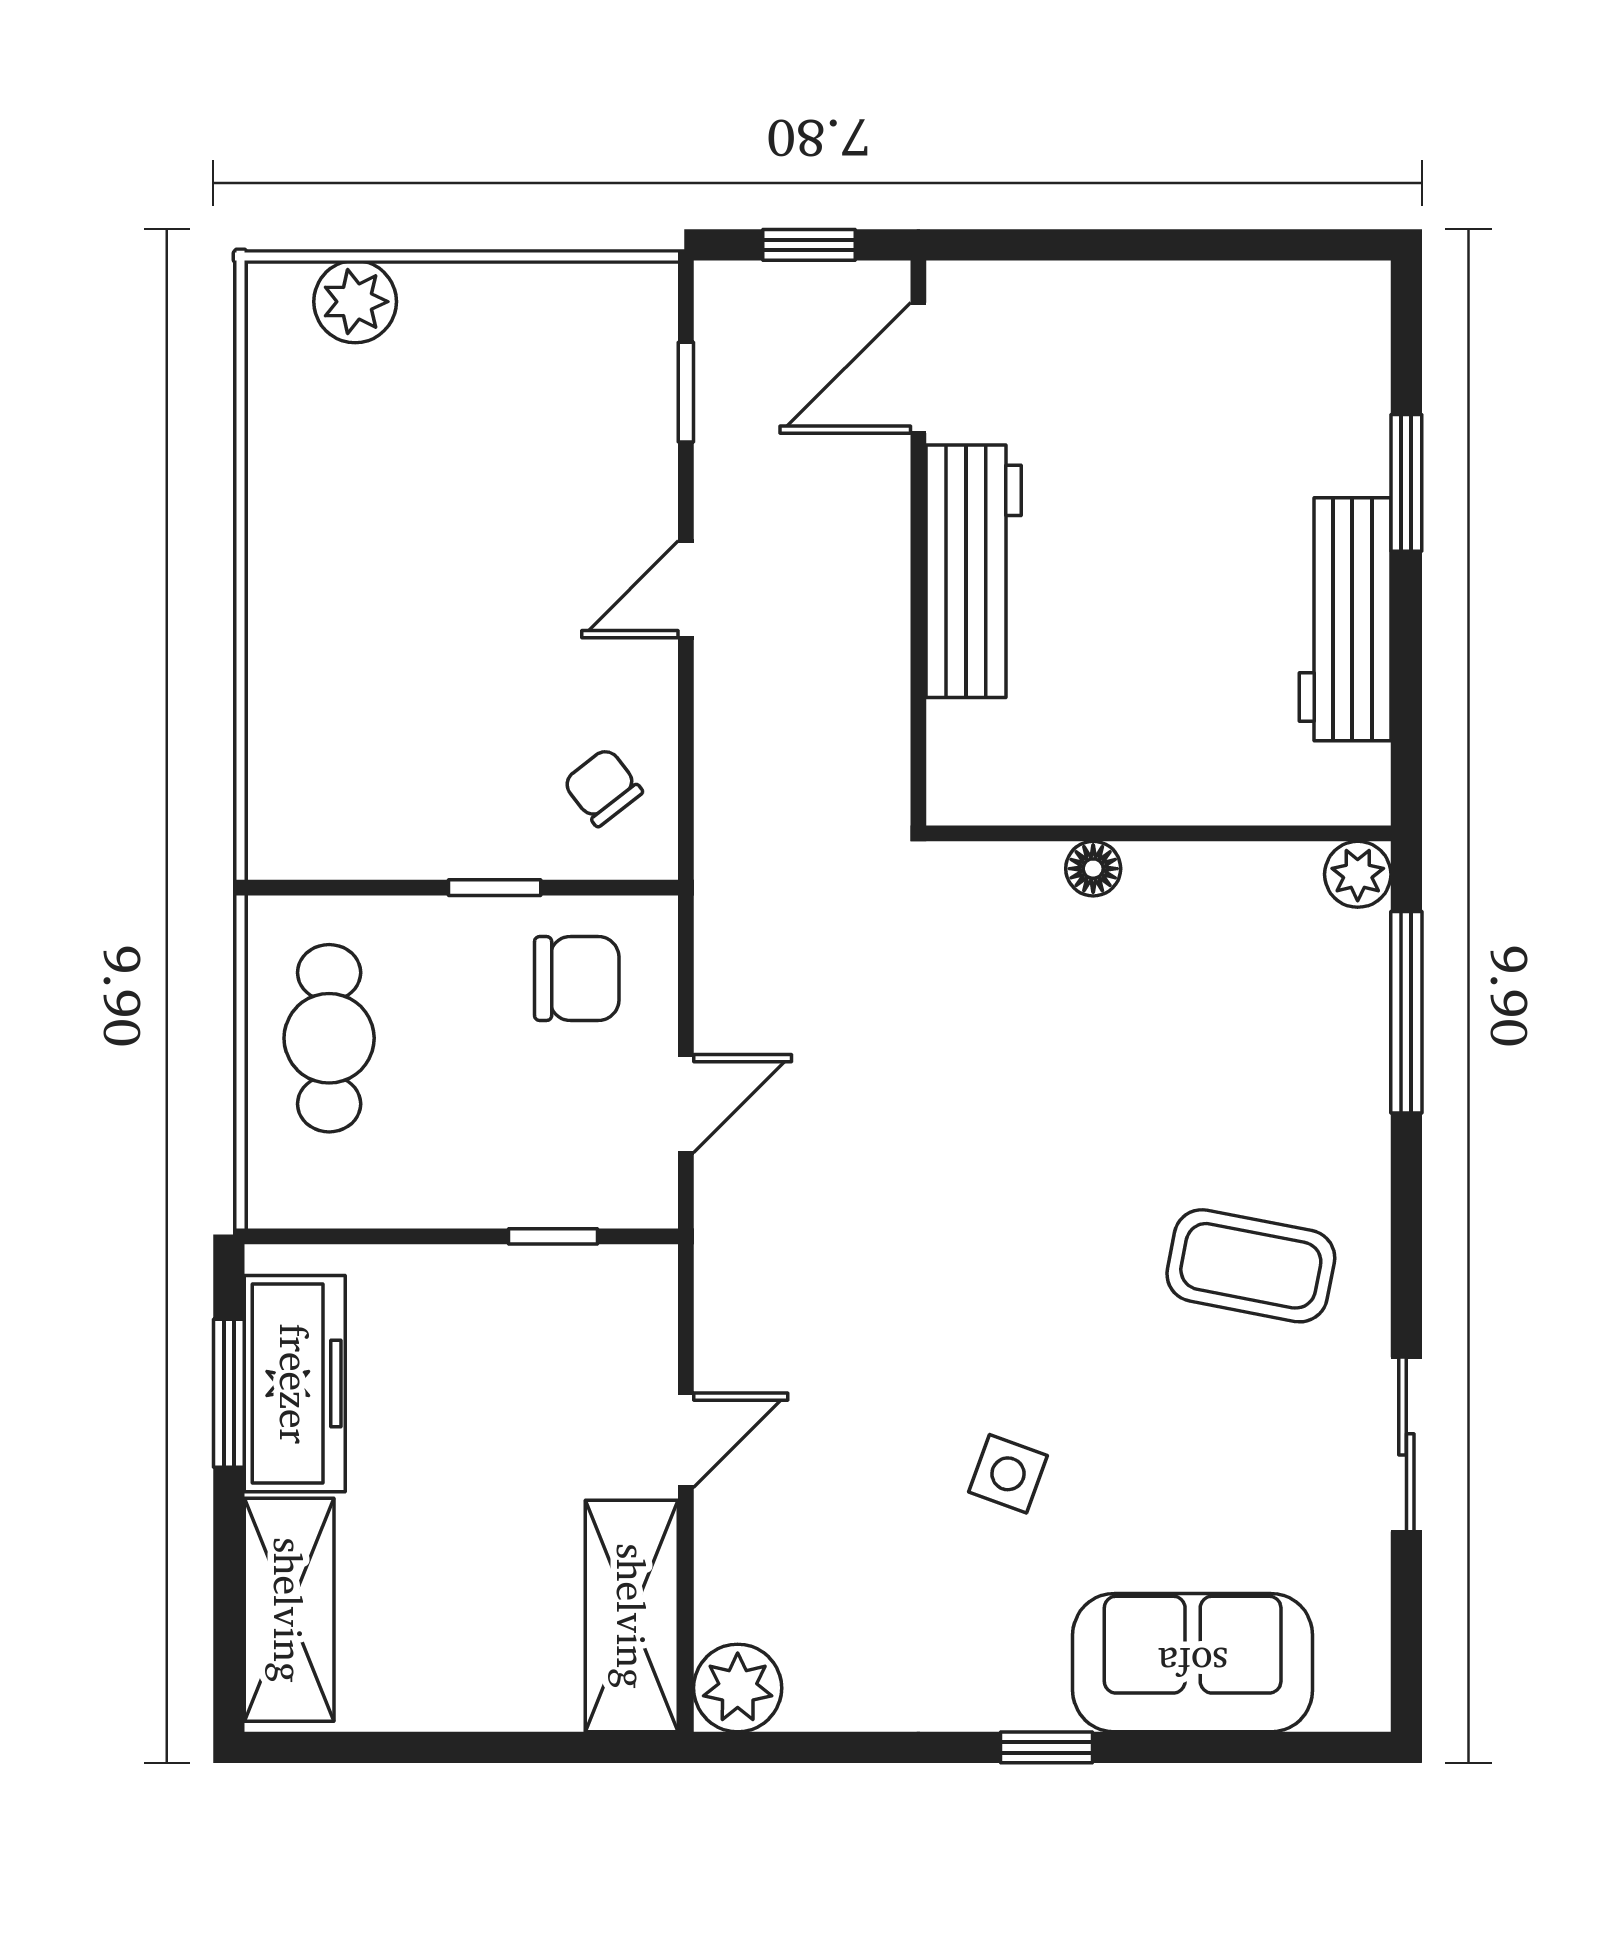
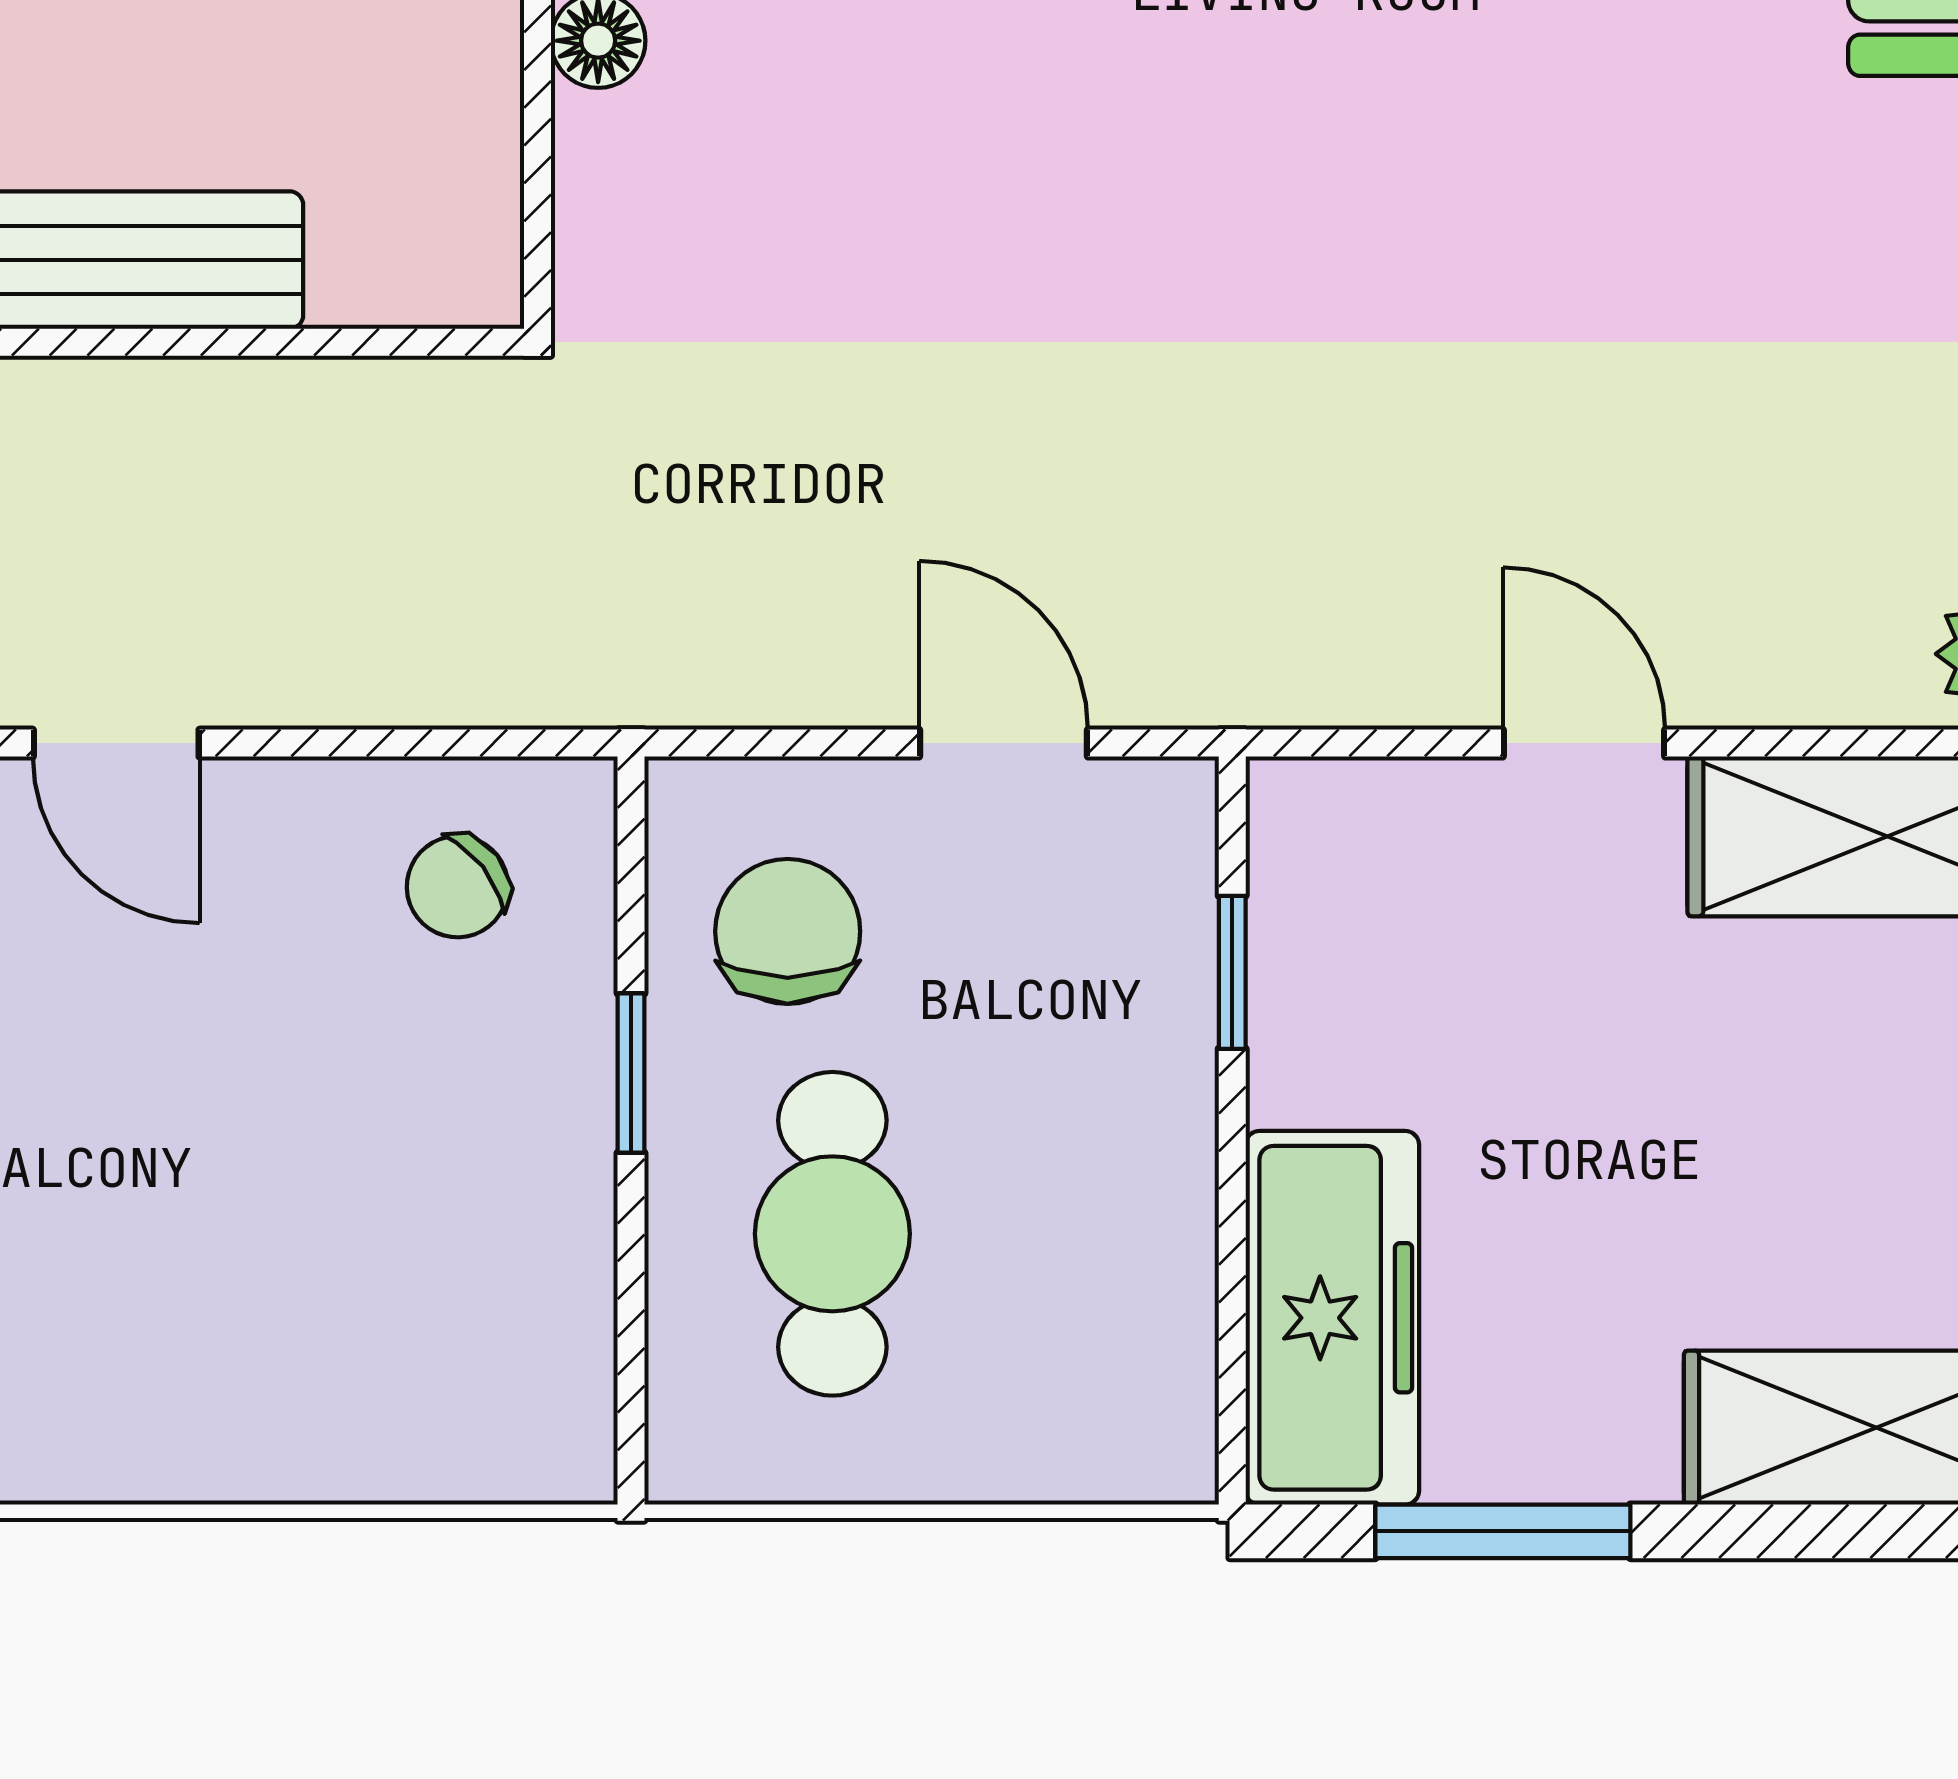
cafe table: (329, 1038) -> (832, 1234), moved, turned 90
freezer: (295, 1384) -> (1332, 1318), moved, turned 90
side table: (1008, 1474) -> (1642, 188), removed

